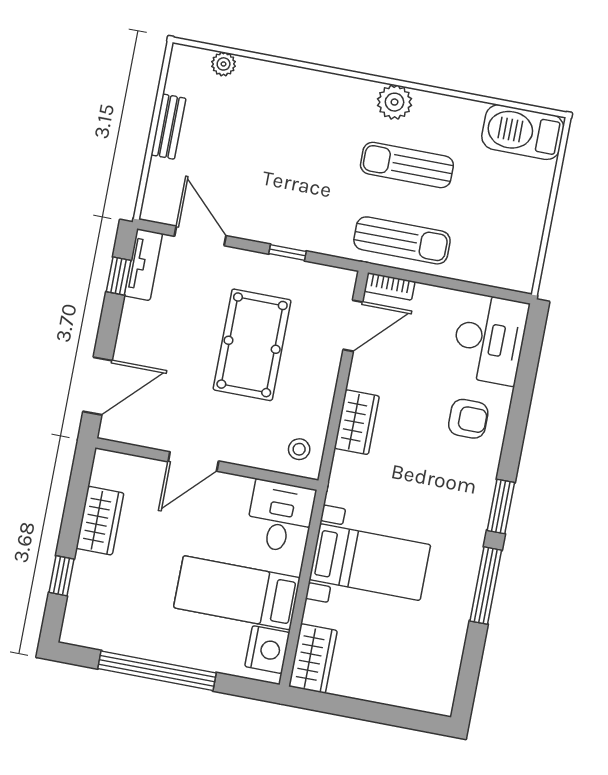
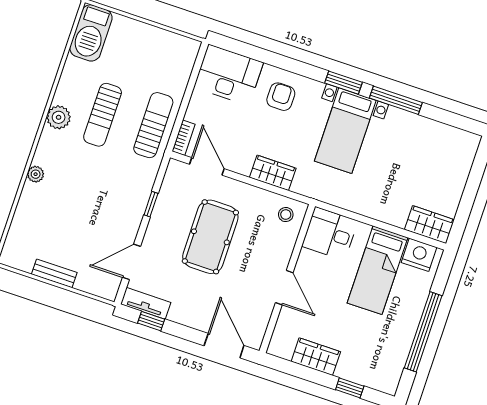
plant: (224, 64) -> (36, 174), moved
pool table: (252, 345) -> (210, 237), turned 90
bed with nightstands: (370, 562) -> (345, 131), moved, turned 180

